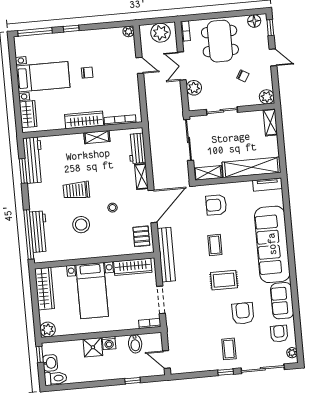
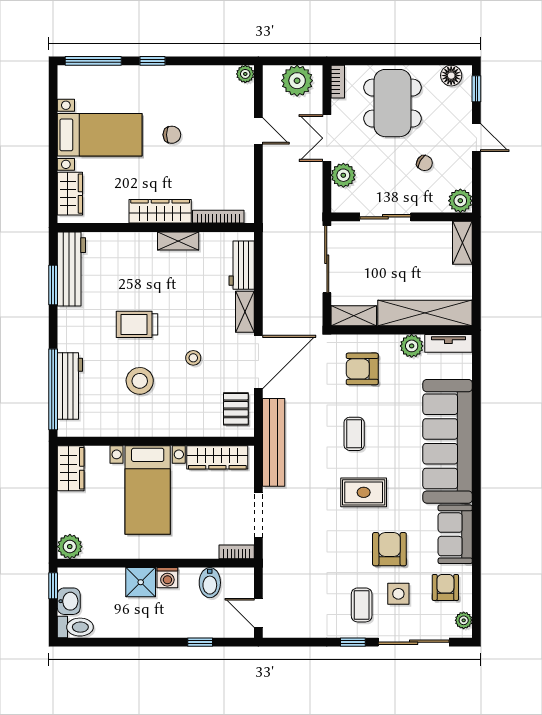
plant: (245, 188) -> (412, 346), added
wardrobe: (44, 289) -> (71, 468), width x0.67
side table: (251, 340) -> (398, 594), added

